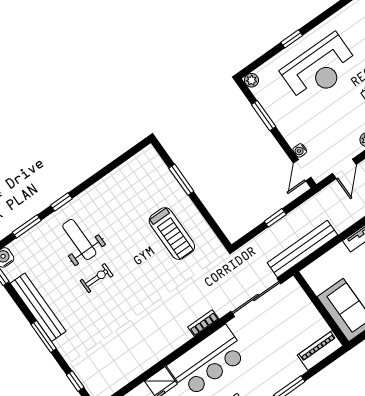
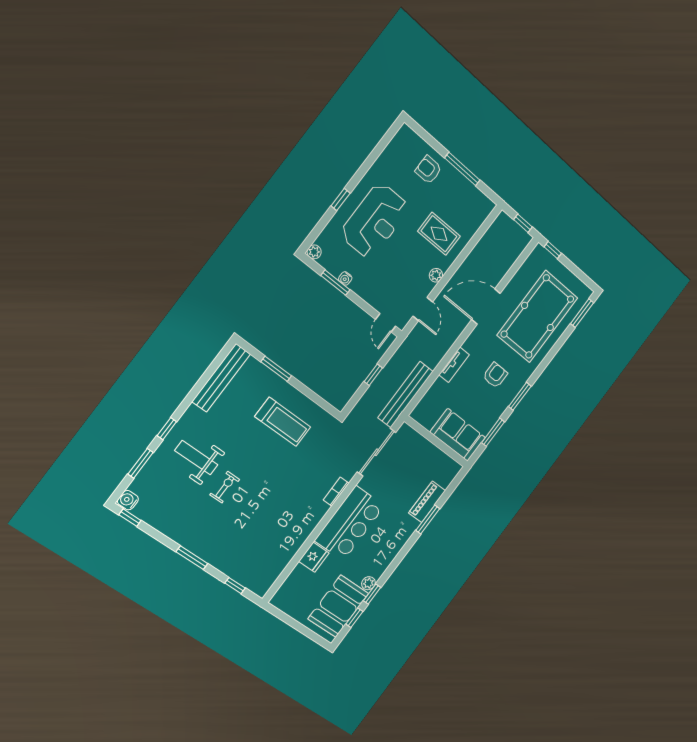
water cooler: (300, 150) -> (345, 278), moved
bench: (38, 307) -> (221, 378), moved, turned 90
piano: (320, 350) -> (427, 502), moved

